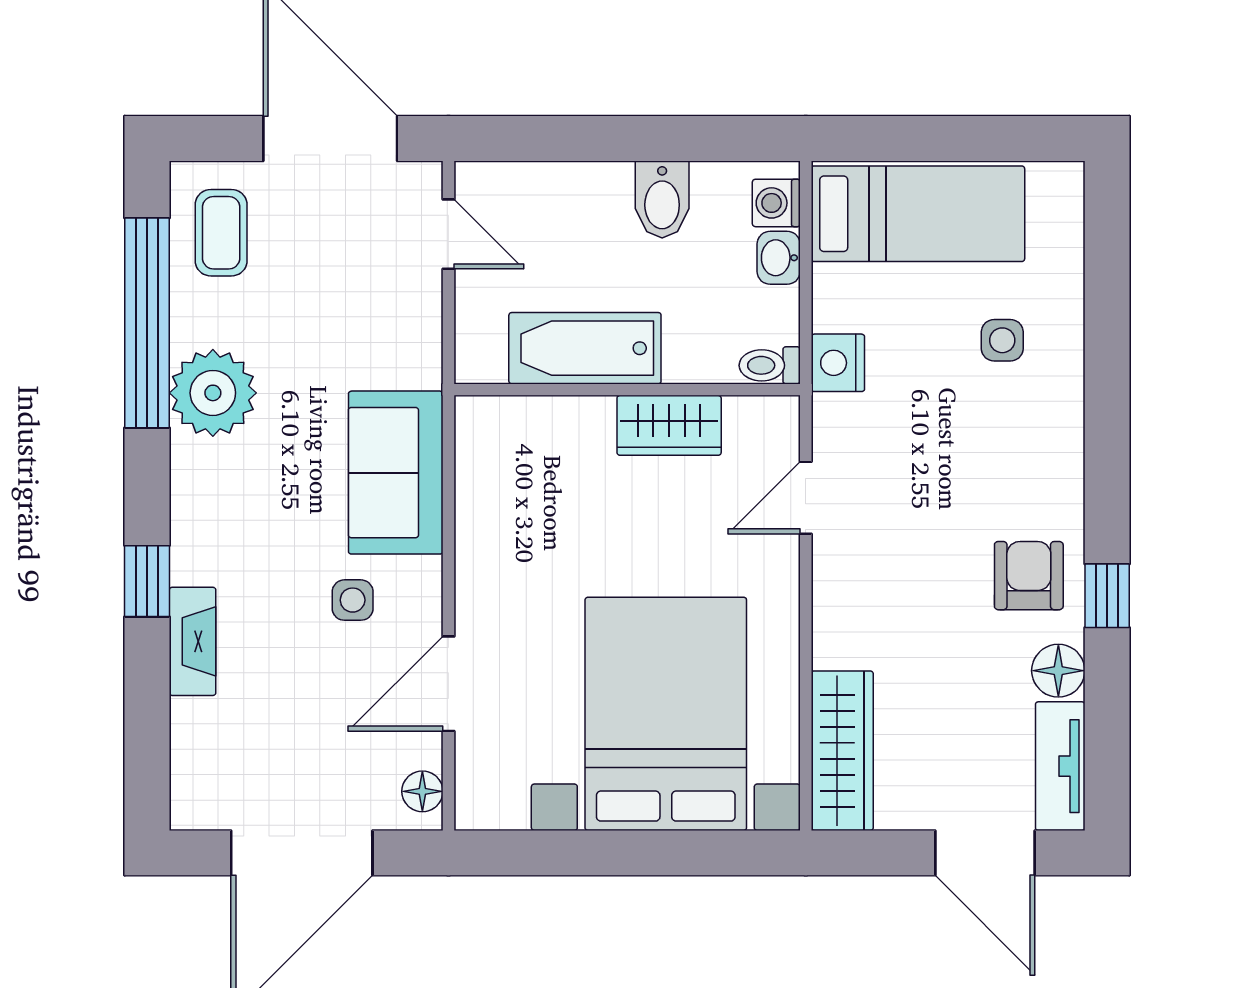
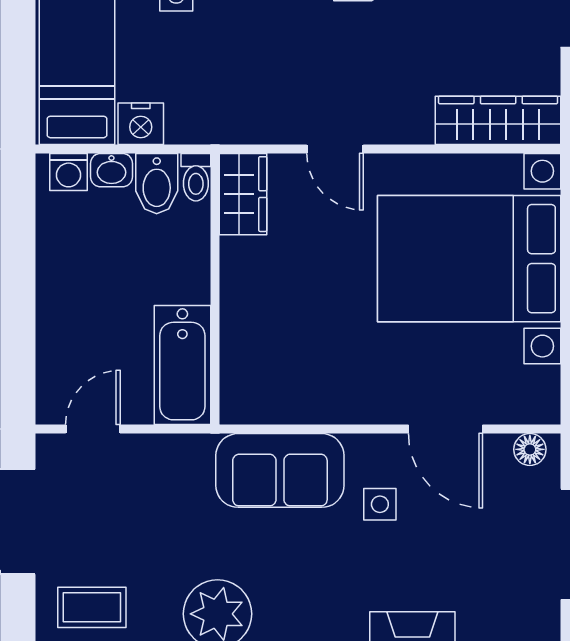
bidet: (662, 199) -> (157, 184), moved, turned 90
bathtub: (585, 348) -> (182, 365), moved
nightstand: (838, 363) -> (141, 124), moved
wardrobe: (669, 425) -> (243, 194), moved
door: (806, 498) -> (335, 149), moved

